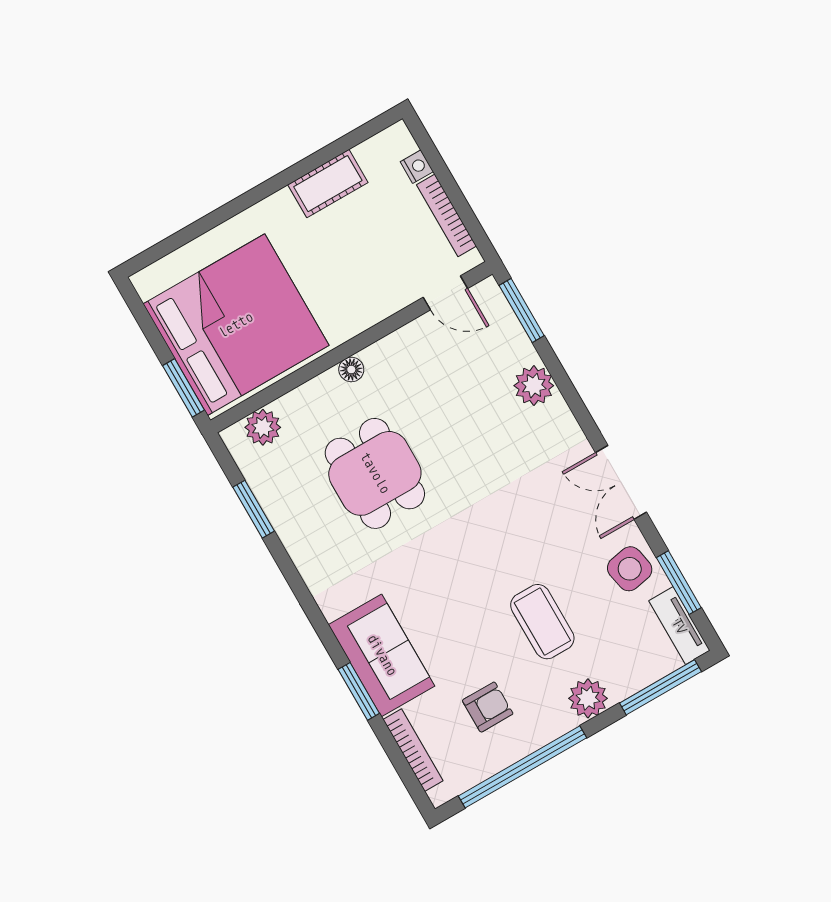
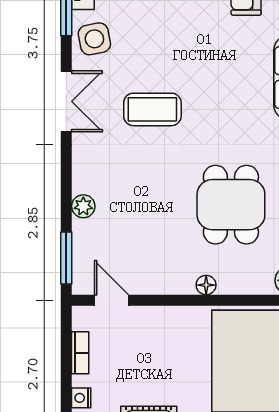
bookcase: (447, 215) -> (80, 353), width x0.64
plant: (534, 386) -> (83, 206), width x0.73, depth x0.73
coffee table: (542, 622) -> (152, 109), moved, turned 90

